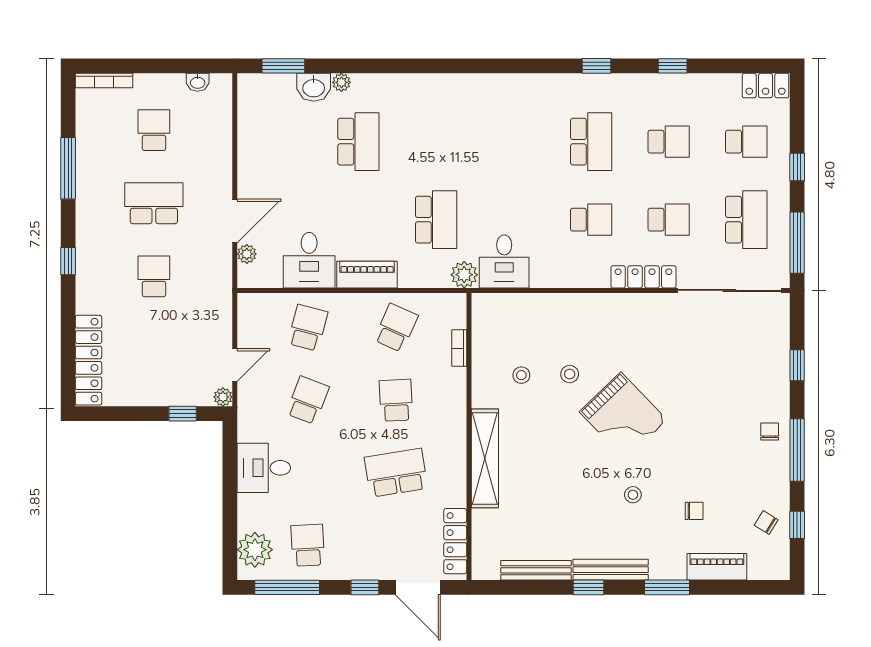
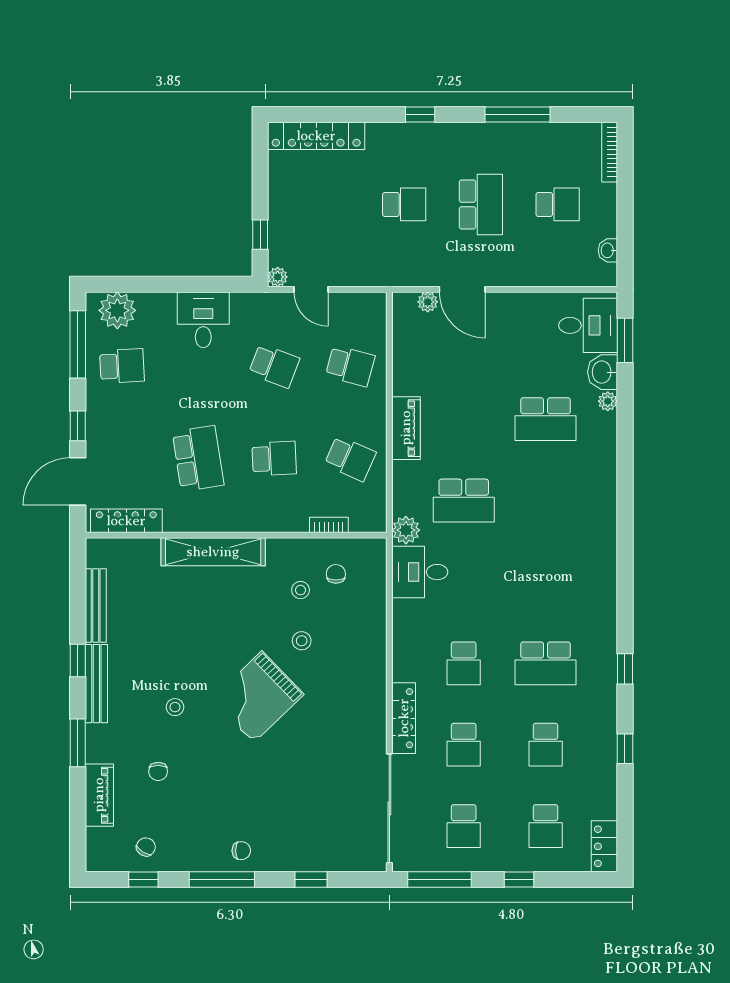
school desk: (746, 220) -> (464, 826), width x0.54
desk: (309, 260) -> (588, 325), moved, turned 180
chair: (506, 341) -> (336, 574), added

